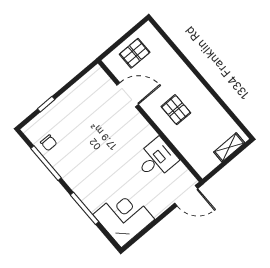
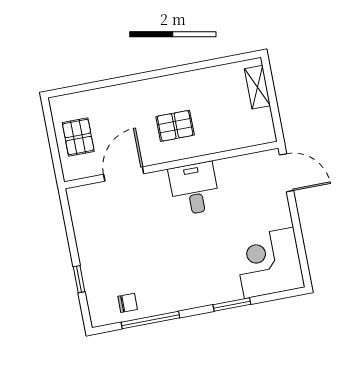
desk: (156, 159) -> (194, 189), moved
door: (186, 196) -> (287, 173), hinge flipped
window: (85, 208) -> (232, 305), width x0.69

